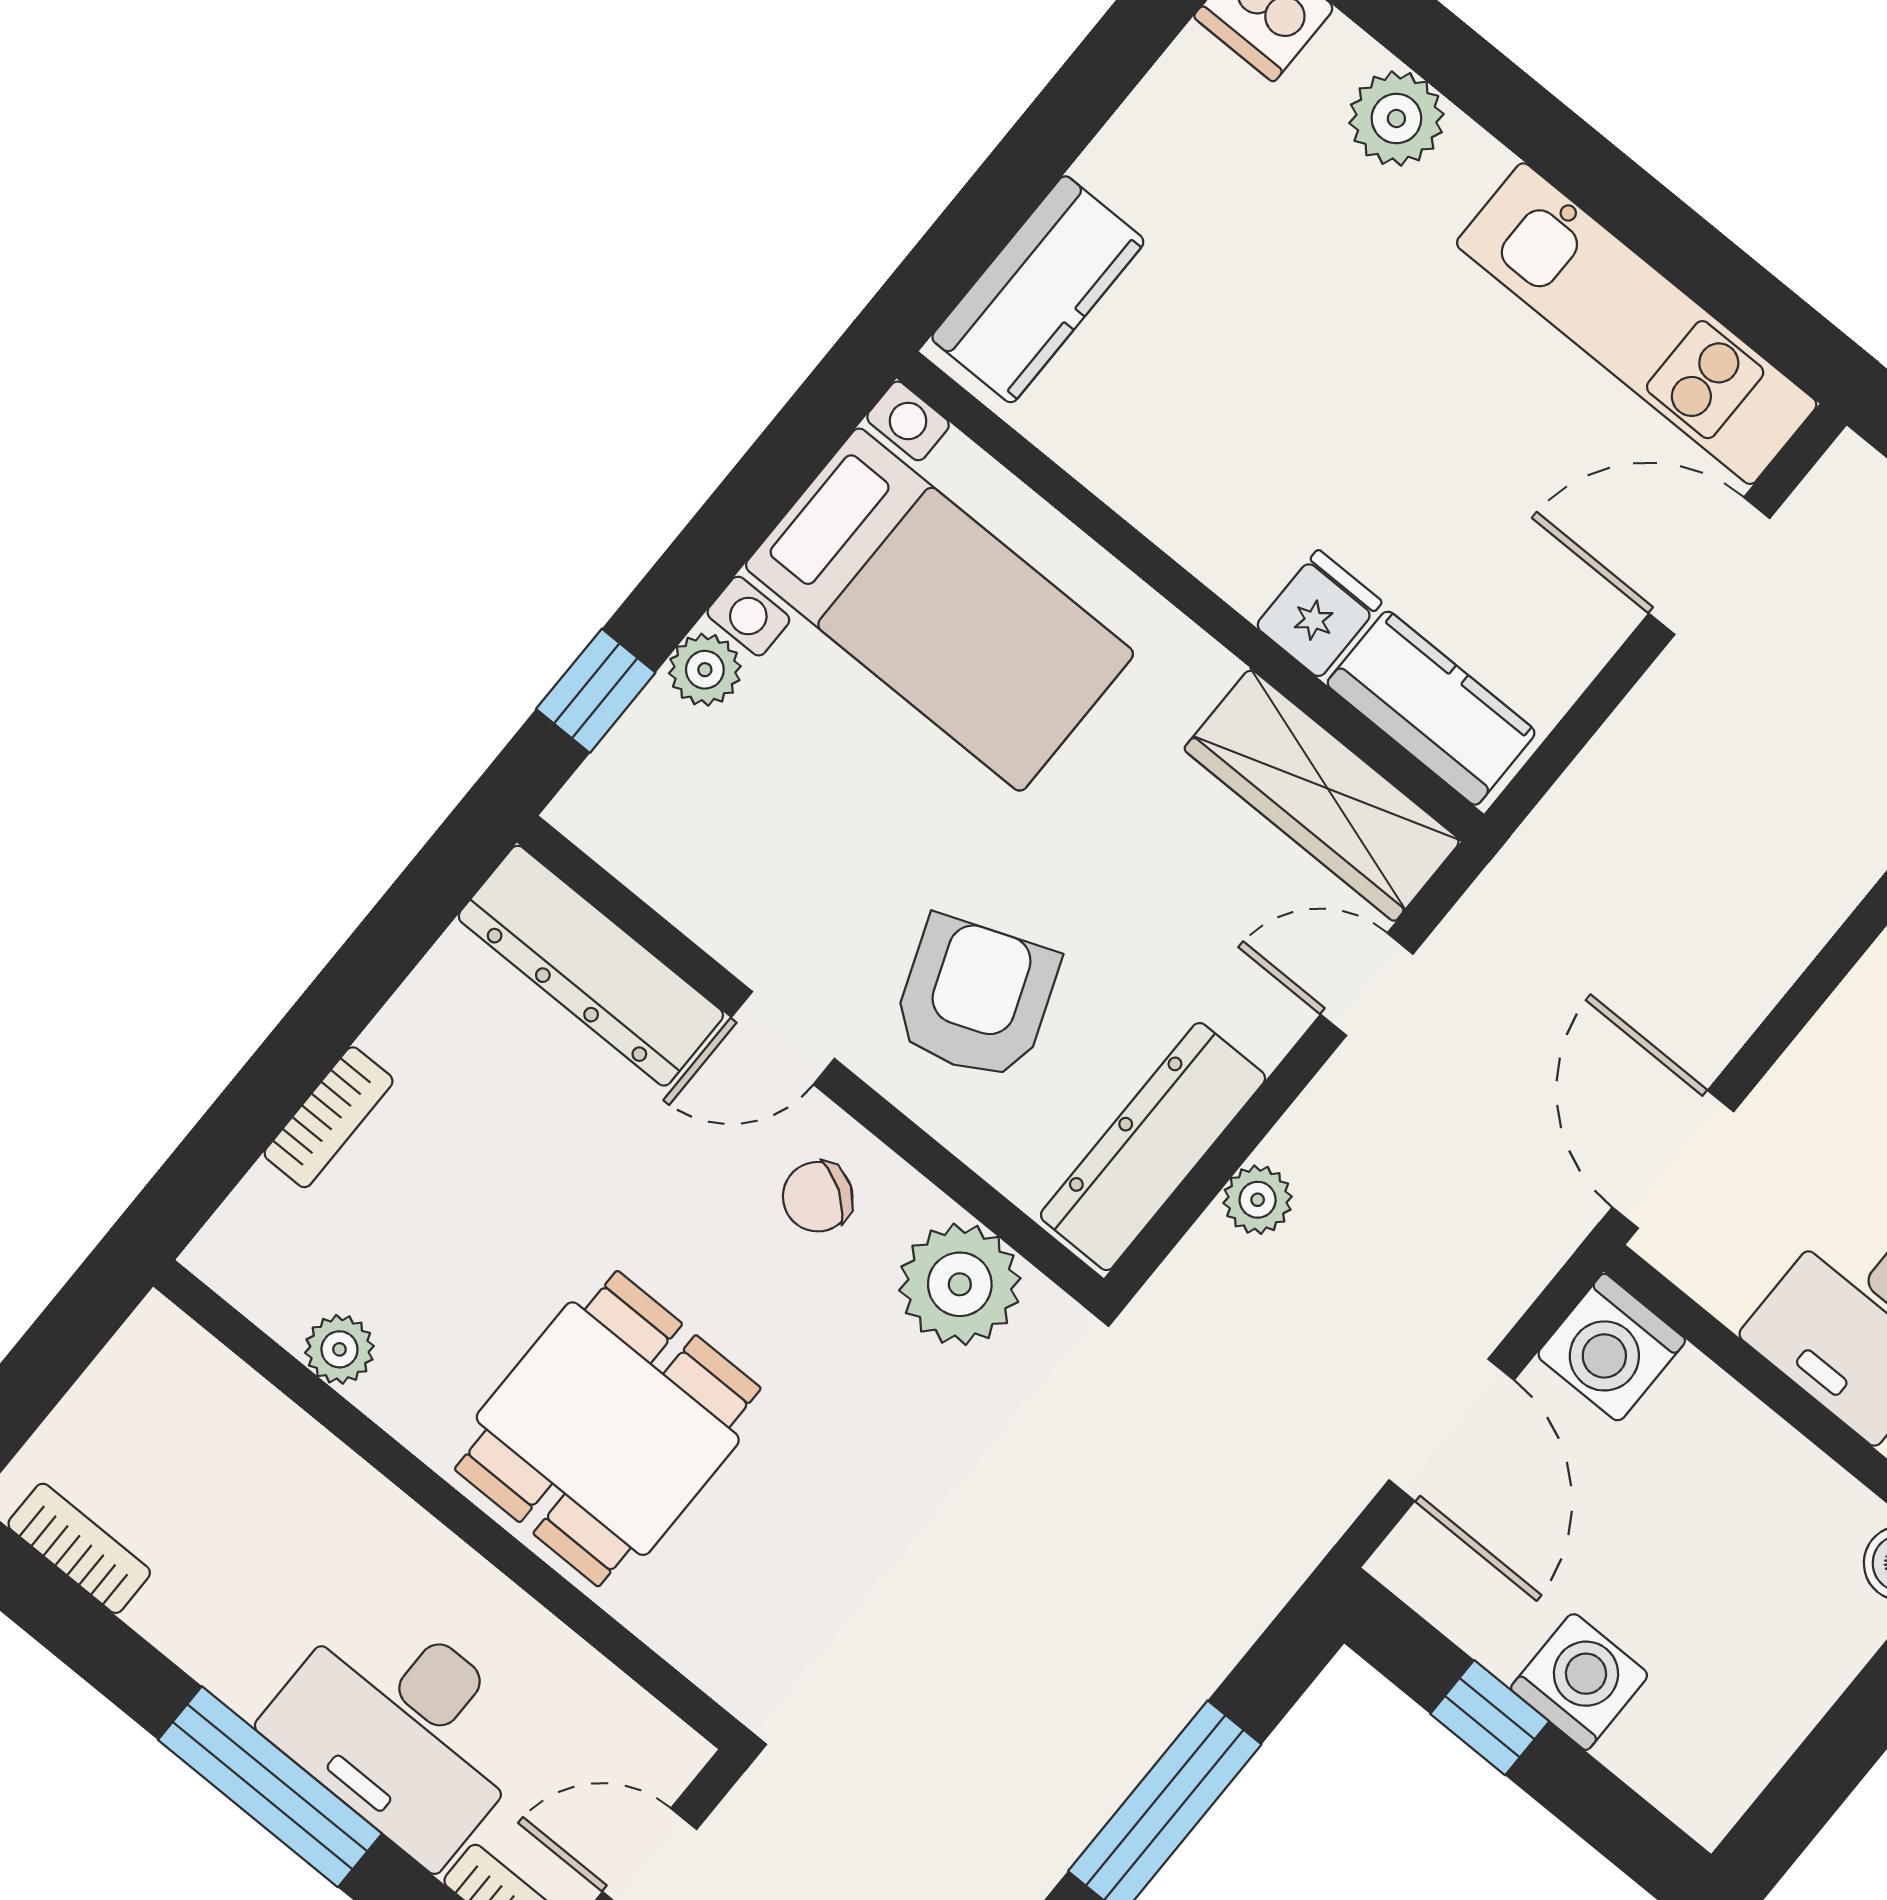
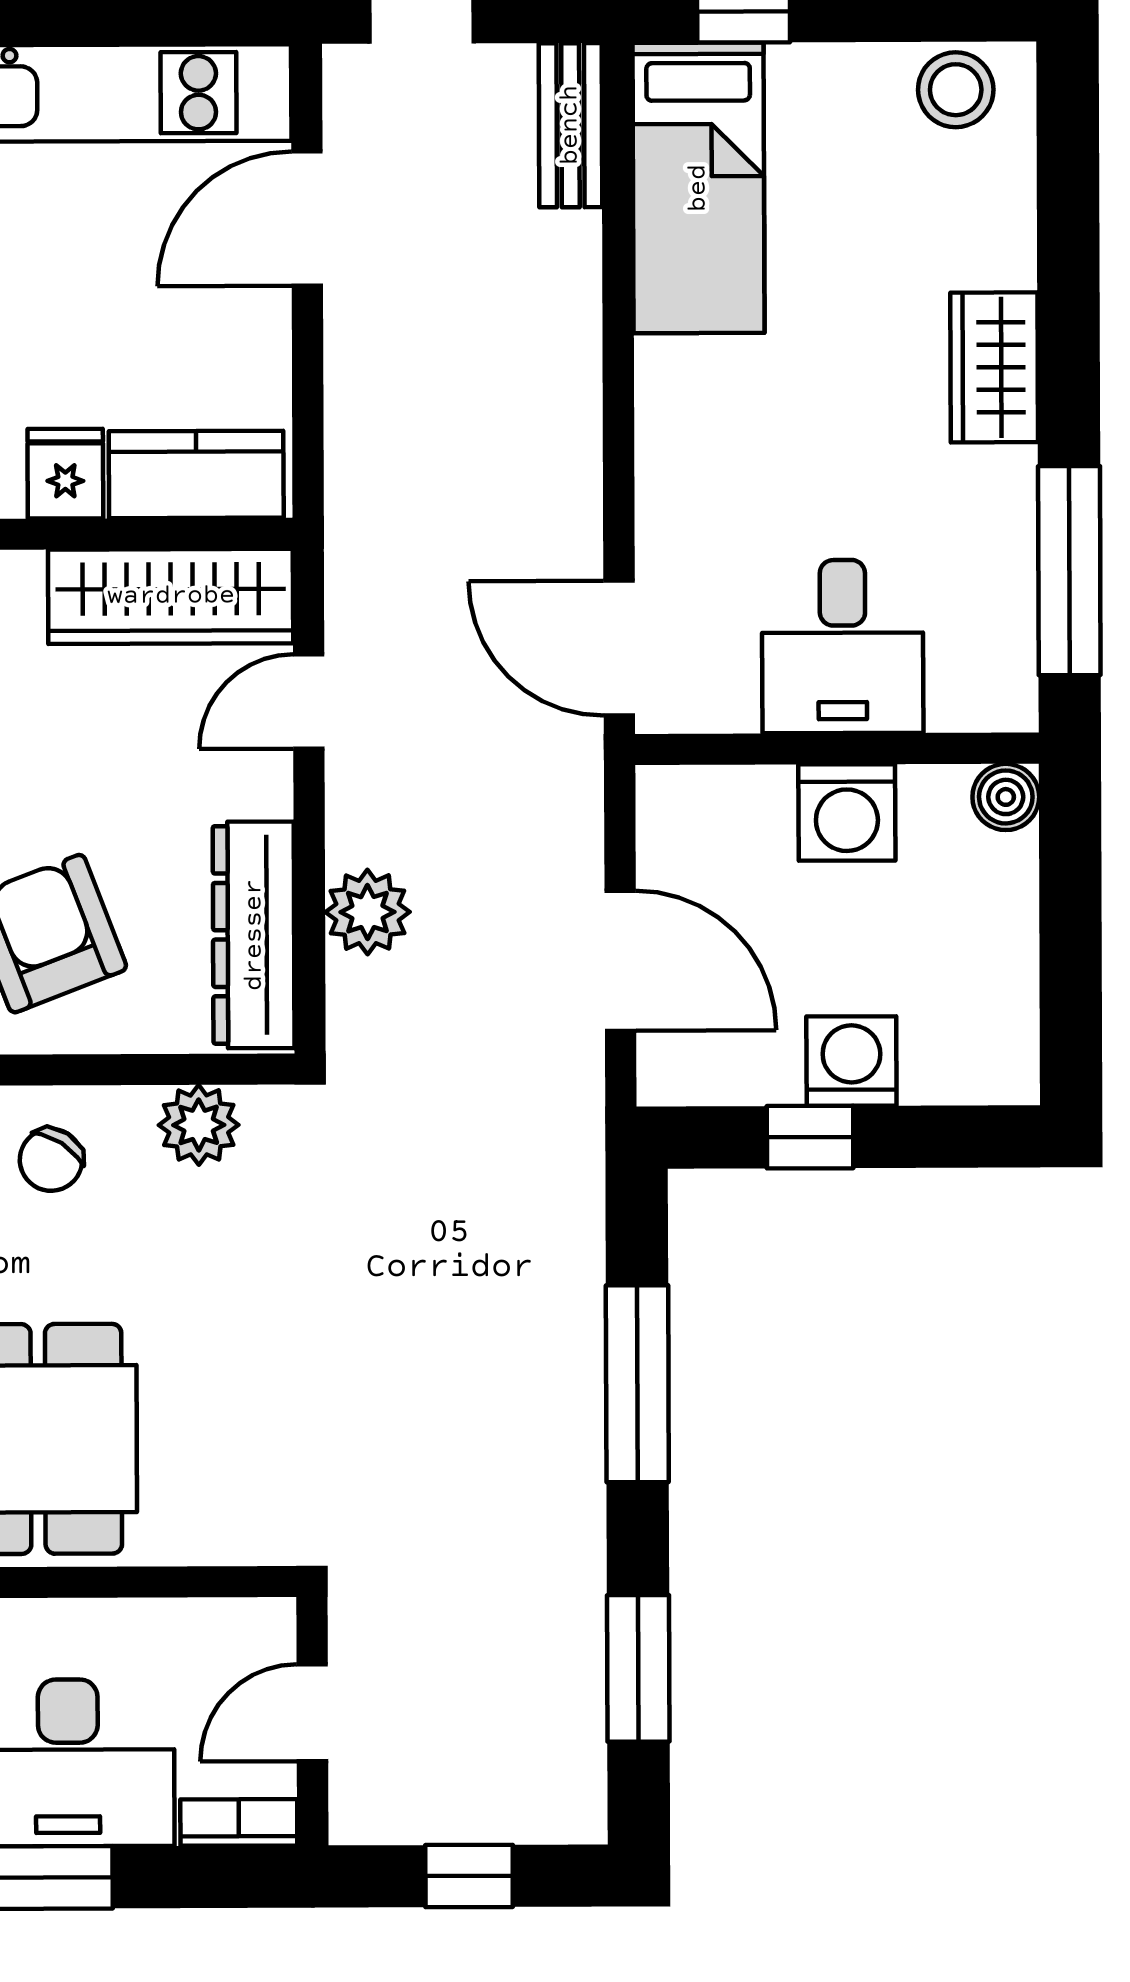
plant: (1258, 1200) -> (367, 912), width x1.38, depth x1.38
plant: (960, 1284) -> (199, 1125), width x0.73, depth x0.73
washing machine: (1611, 1348) -> (847, 813), moved

